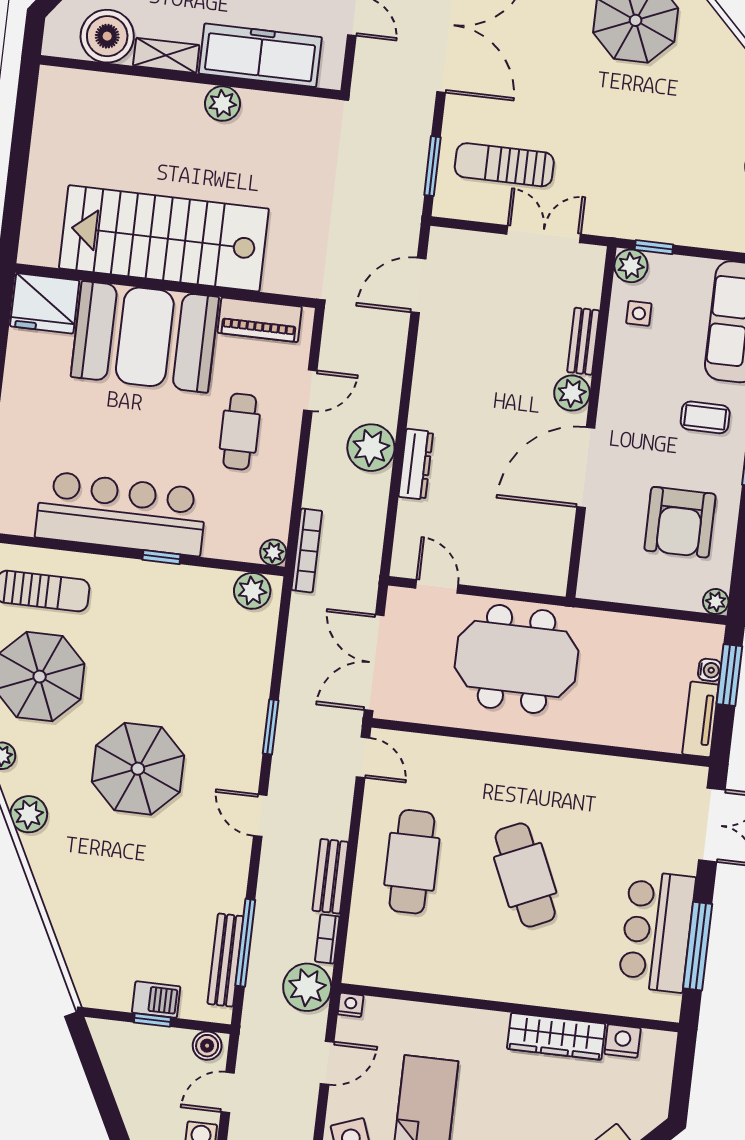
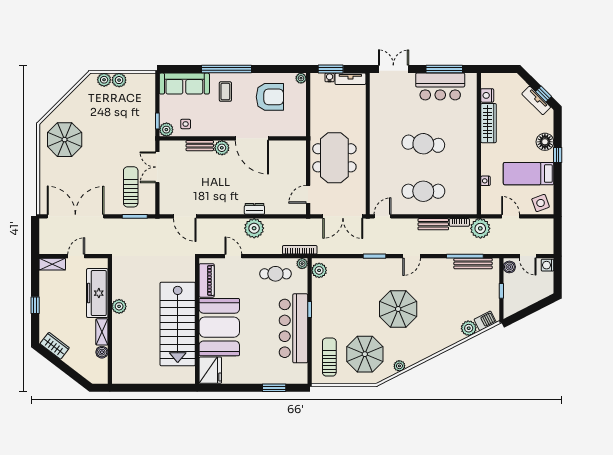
boiler: (107, 36) -> (102, 352), width x0.54, depth x0.54
sun lounger: (504, 165) -> (131, 187), turned 180
cafe table: (240, 432) -> (275, 274), moved
dresser: (416, 464) -> (254, 209), width x0.70
plant: (29, 814) -> (469, 328), moved
cafe table: (525, 875) -> (423, 144), turned 30
barbecue: (156, 1000) -> (485, 321), moved, turned 63
nightstand: (351, 1005) -> (485, 181), moved

